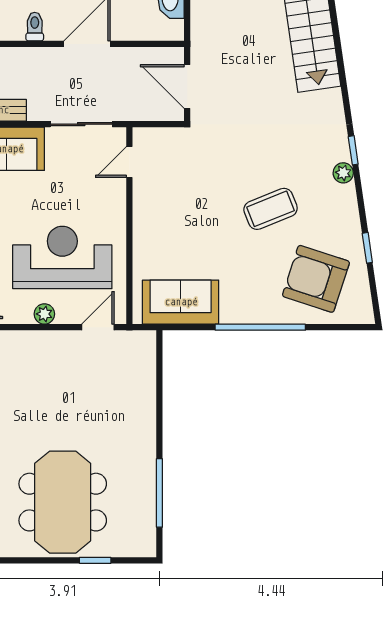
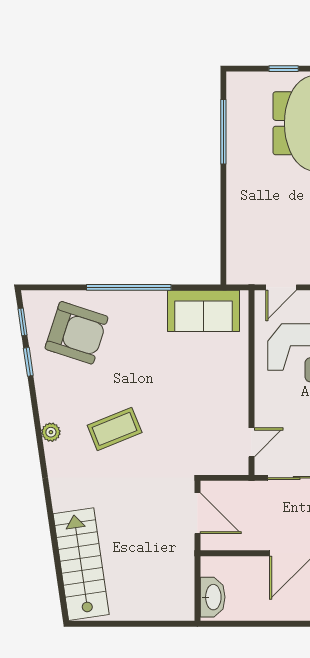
window: (353, 150) -> (22, 322), moved
coffee table: (271, 209) -> (115, 429), moved

